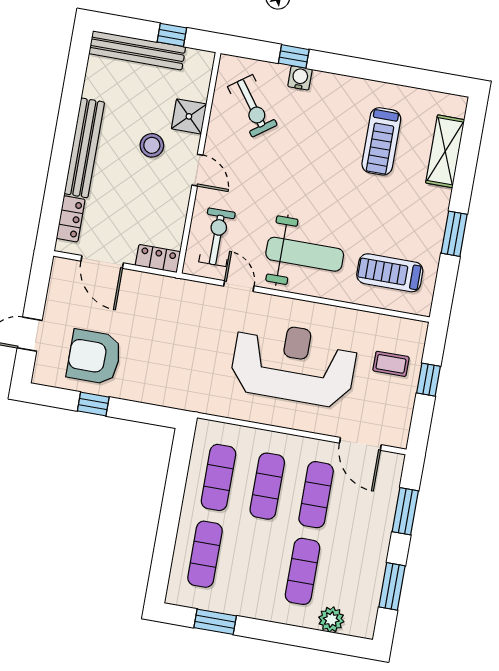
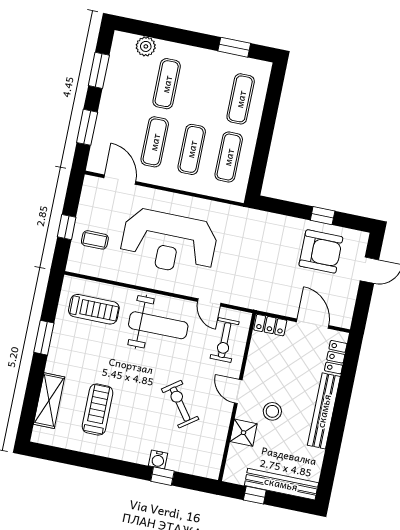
exercise bike: (252, 106) -> (180, 404), moved
weight bench: (305, 254) -> (158, 325), turned 180

